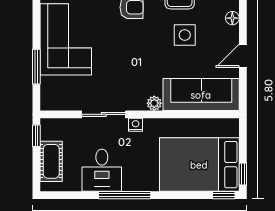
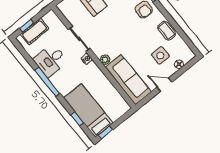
side table: (185, 35) -> (160, 55), moved
window: (36, 136) -> (27, 26), moved
bed: (199, 165) -> (88, 110), width x0.67
window: (224, 195) -> (77, 119), moved

